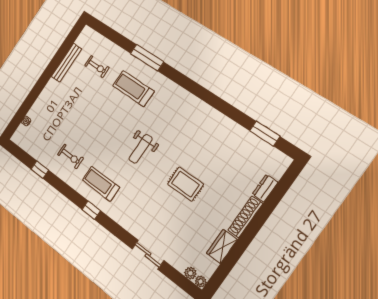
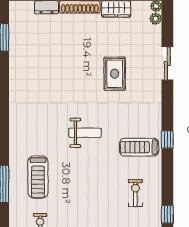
treadmill: (101, 184) -> (139, 147), turned 90
rug: (185, 184) -> (115, 74), moved

